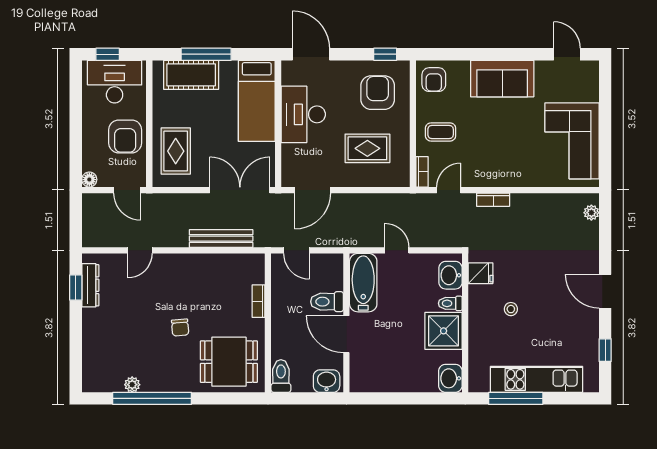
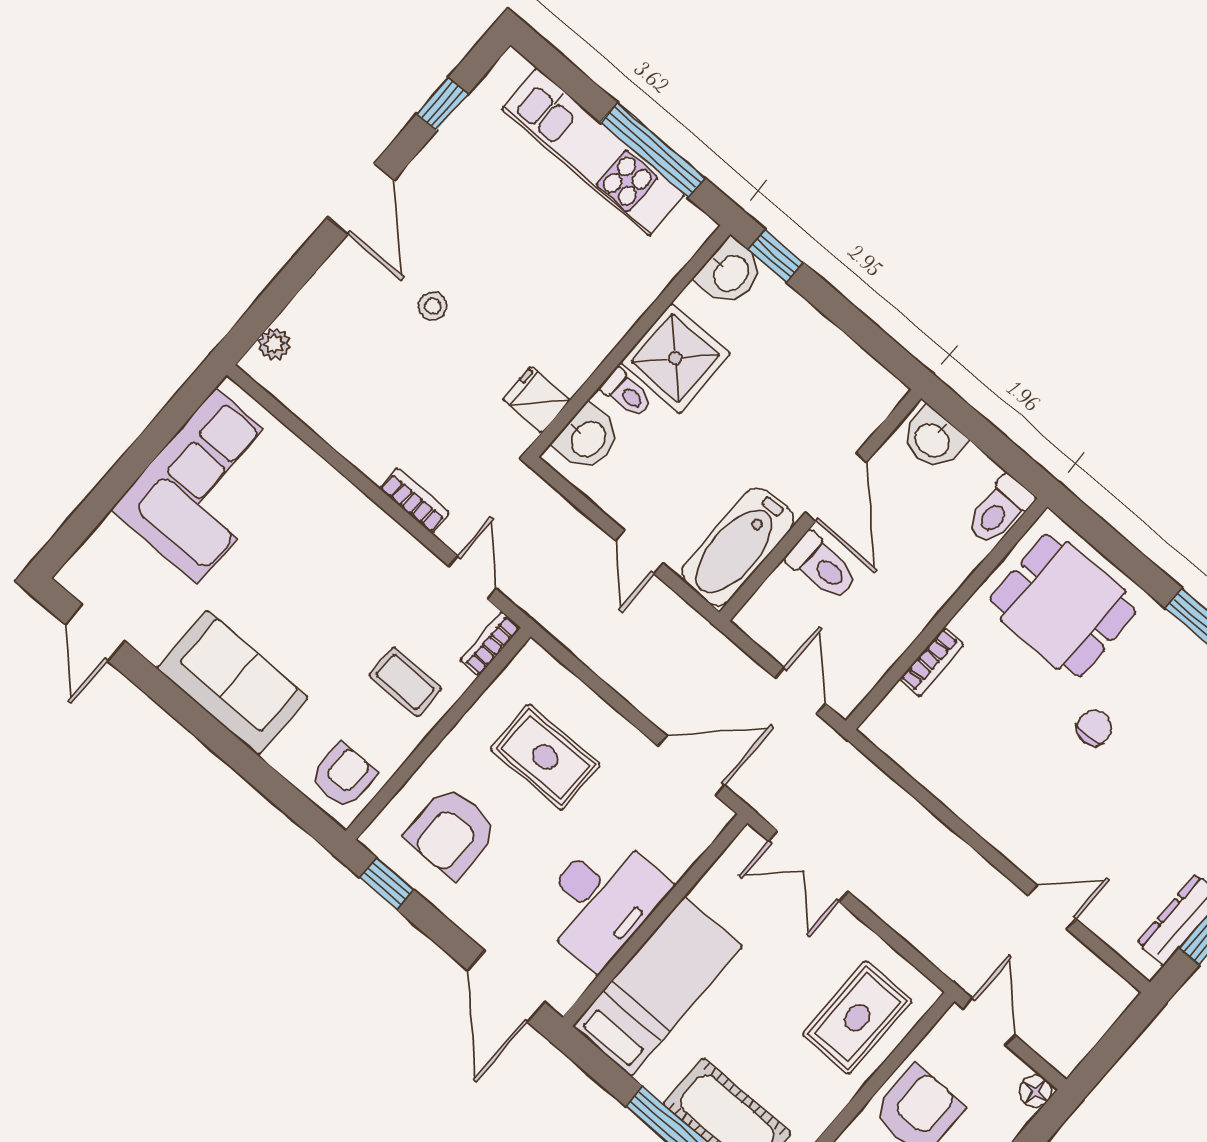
double door: (240, 190) -> (808, 866), width x0.73
door: (449, 190) -> (472, 577), swing flipped
bench: (221, 239) -> (905, 814), removed
stool: (511, 309) -> (433, 306), moved
window: (439, 398) -> (776, 256), added

